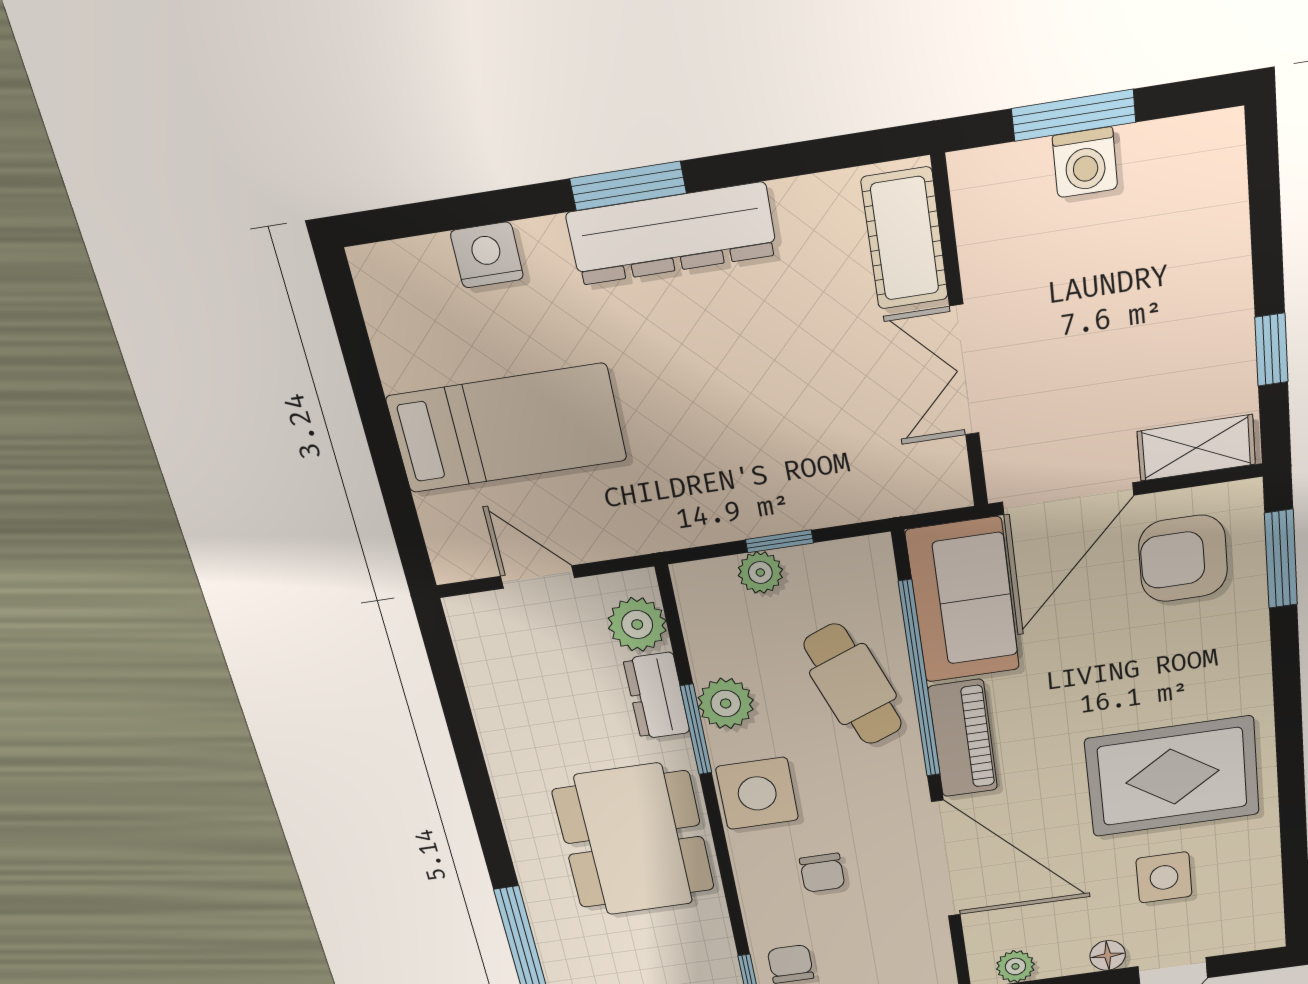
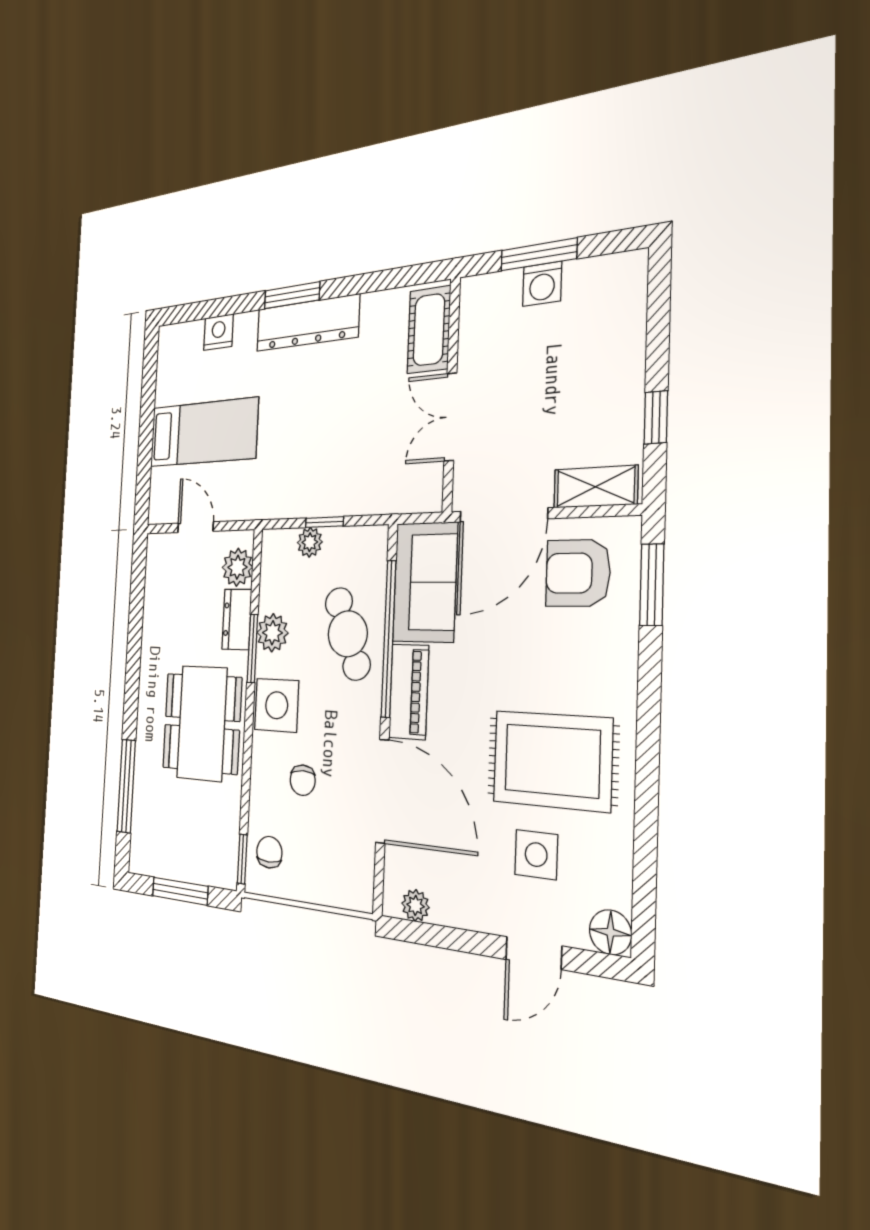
floor lamp: (1108, 955) -> (610, 932), moved, width x1.37, depth x1.37

